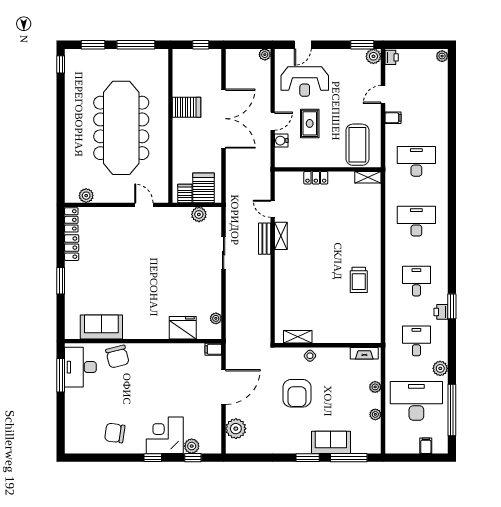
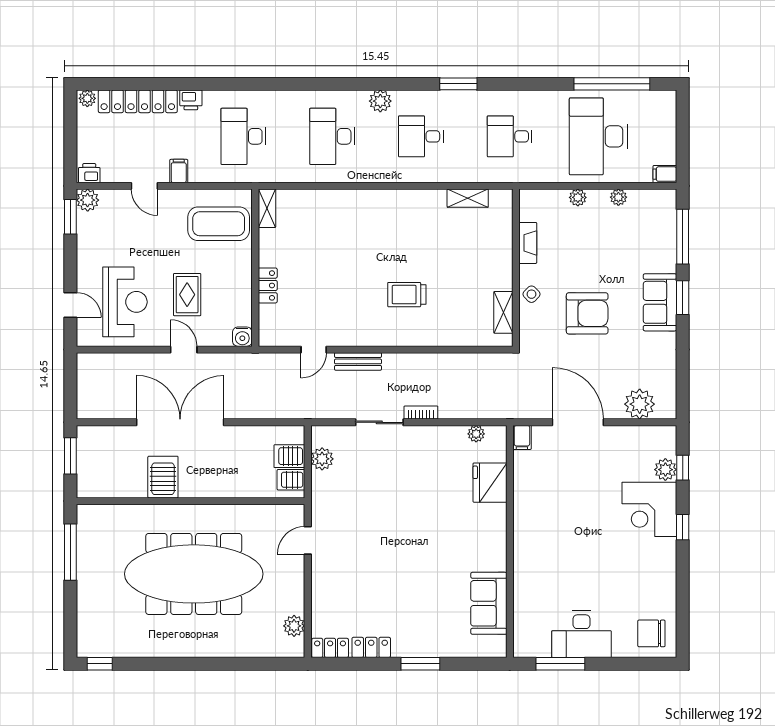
window: (93, 45) -> (70, 616), removed
window: (201, 45) -> (70, 456), width x1.50
plant: (265, 55) -> (85, 361), removed
locker: (440, 90) -> (138, 101), added
rug: (310, 123) -> (187, 295), turned 90
water cooler: (281, 141) -> (242, 337), moved
server rack: (204, 188) -> (289, 456), width x0.73, depth x0.70
shelving: (281, 236) -> (468, 198), moved
trolley: (359, 280) -> (407, 295), moved, turned 180
bookcase: (230, 281) -> (421, 413), added
printer: (441, 312) -> (191, 100), moved
fireplace: (364, 353) -> (528, 243), moved
chair: (117, 357) -> (533, 580), removed
desk: (80, 367) -> (582, 634), moved
plant: (440, 368) -> (380, 101), moved
chair: (115, 433) -> (651, 633), moved, turned 82
sofa: (331, 442) -> (660, 302), moved
filing cabinet: (426, 446) -> (665, 174), moved

